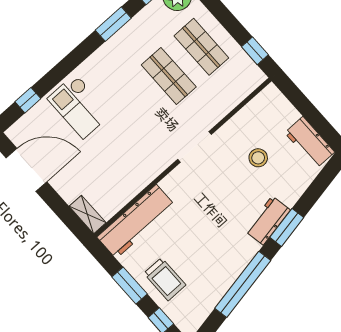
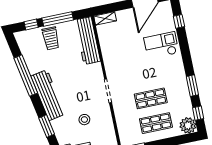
workbench: (268, 221) -> (48, 95), width x1.88, depth x1.32
window: (287, 227) -> (47, 126), moved
trolley: (165, 279) -> (51, 38), turned -90
window: (129, 285) -> (58, 19), width x1.44

